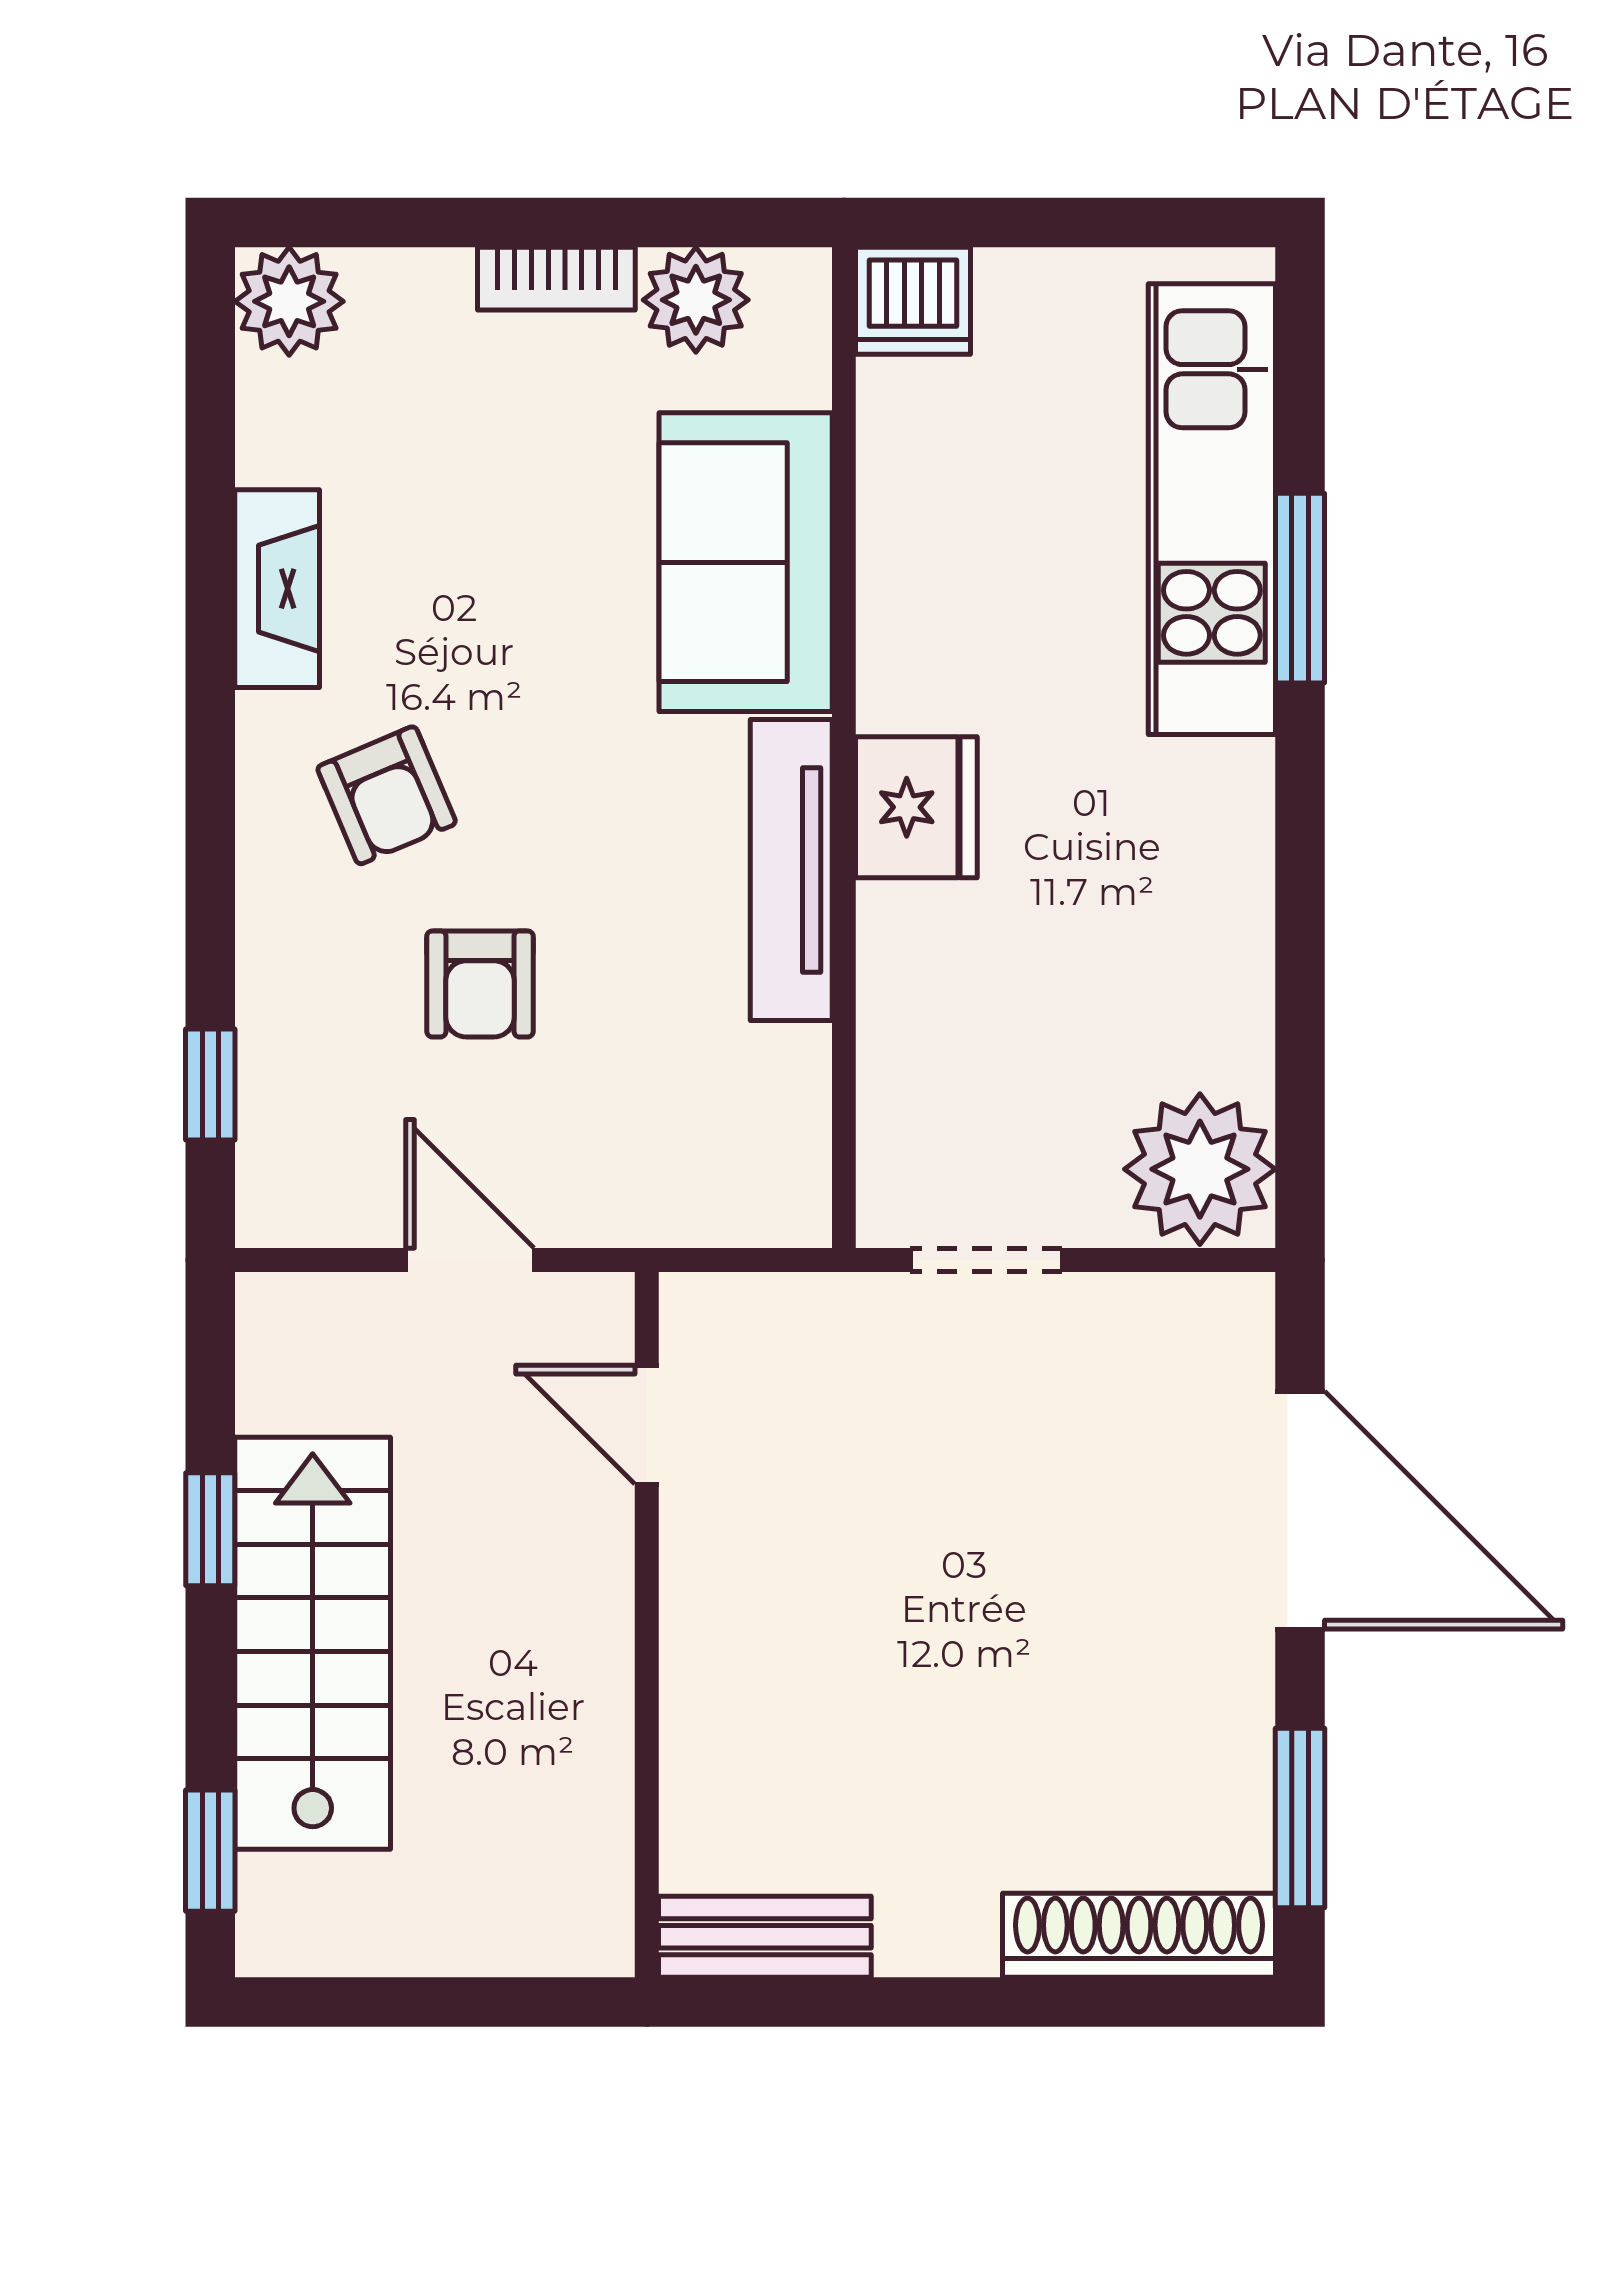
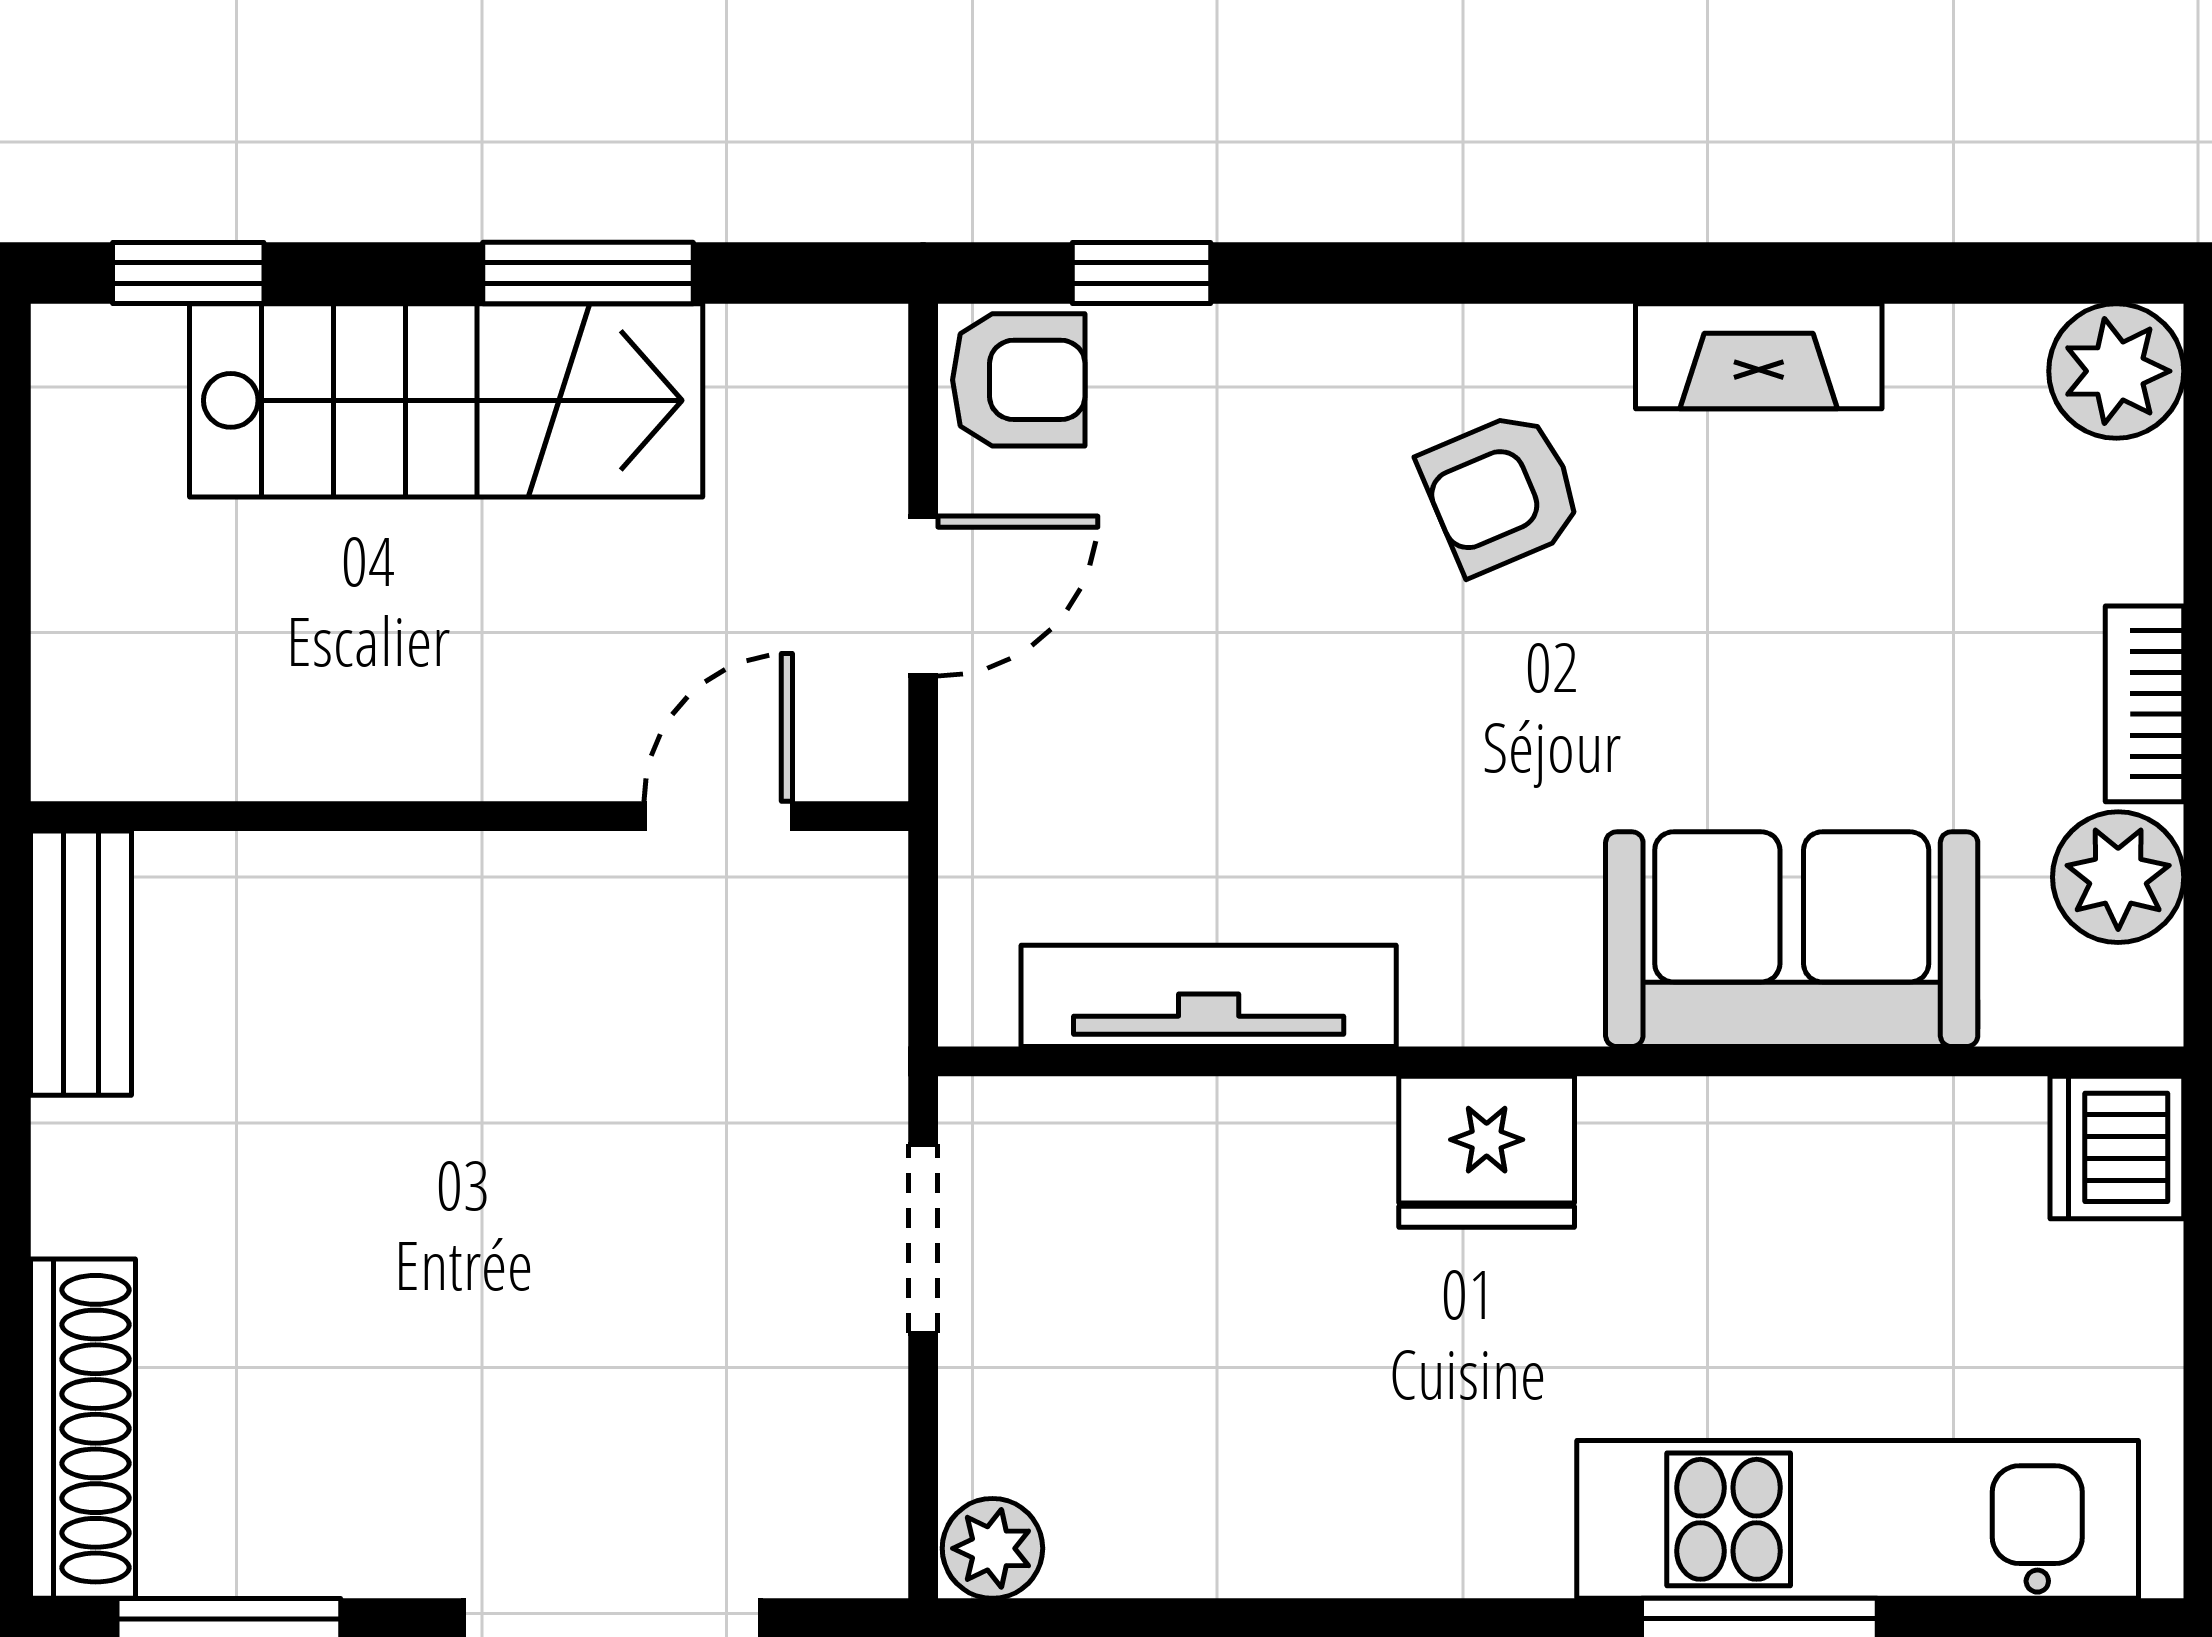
tv unit: (791, 870) -> (1209, 996), moved
armchair: (480, 984) -> (1019, 380), moved, turned 180
plant: (1200, 1169) -> (992, 1548), width x0.53, depth x0.53
window: (210, 1529) -> (588, 273), width x1.50

